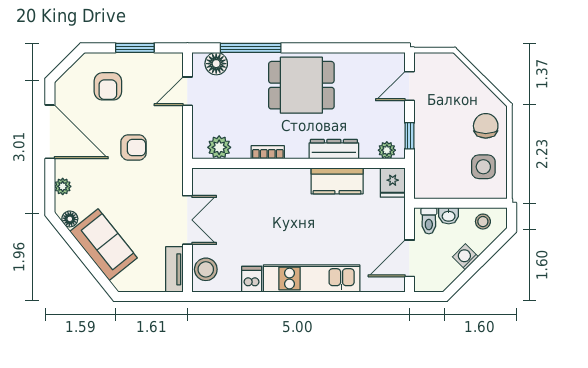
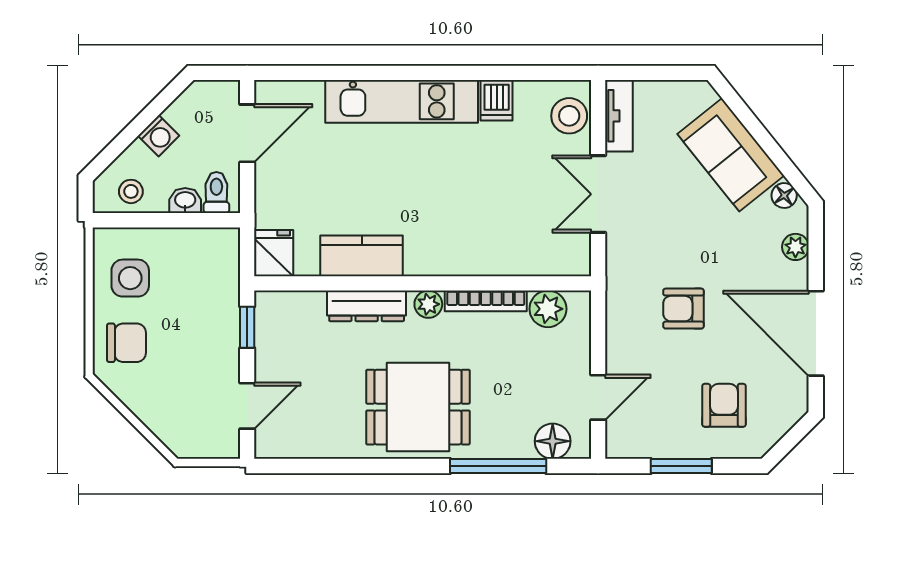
chair: (486, 126) -> (126, 343), turned -90
plant: (387, 150) -> (428, 304), moved
bookcase: (268, 152) -> (486, 301), width x1.56

